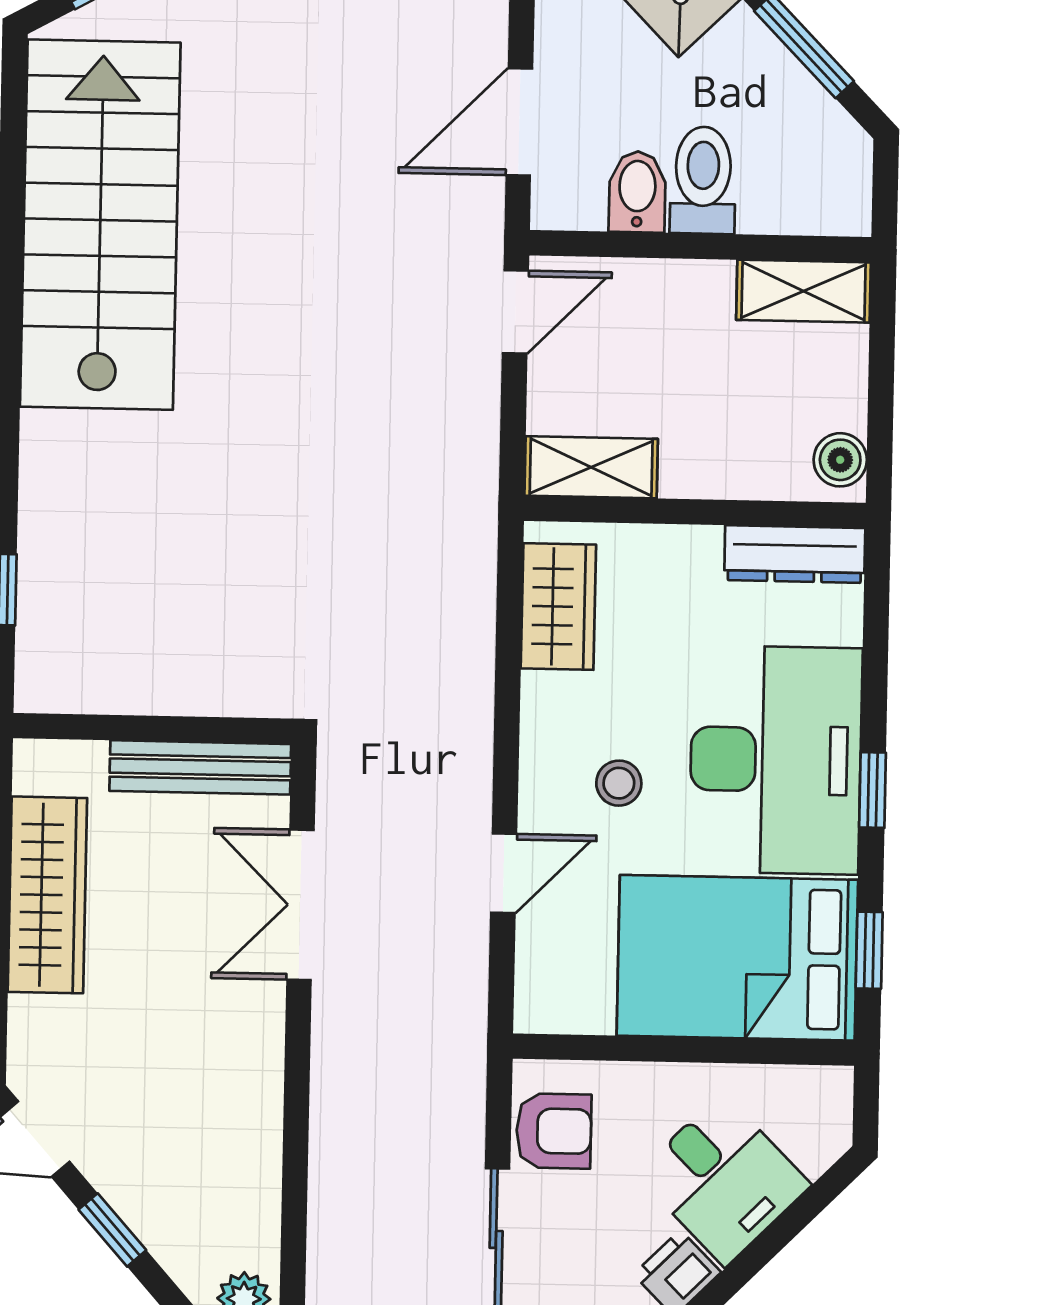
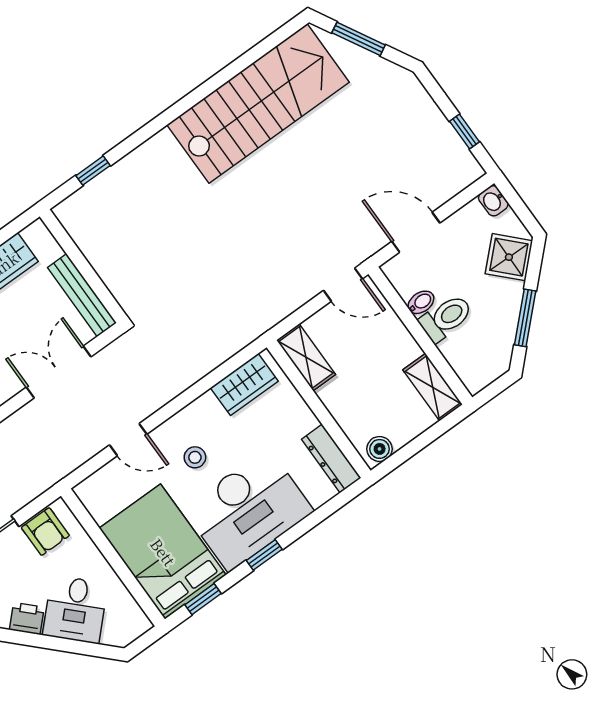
bidet: (637, 192) -> (421, 302), width x0.72, depth x0.74

